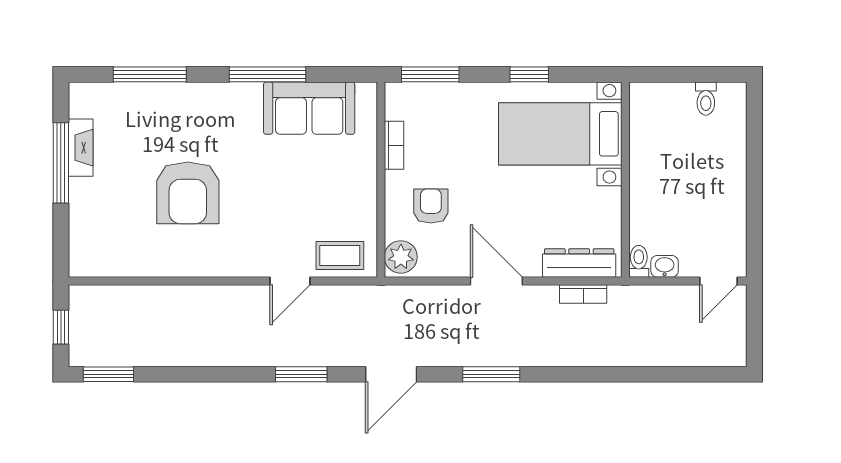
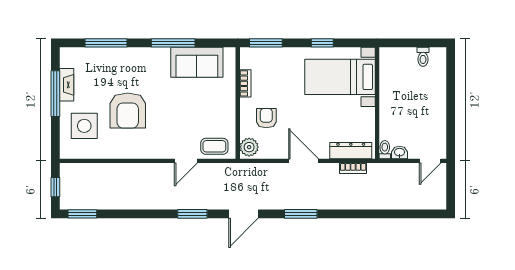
side table: (112, 220) -> (84, 126), added

